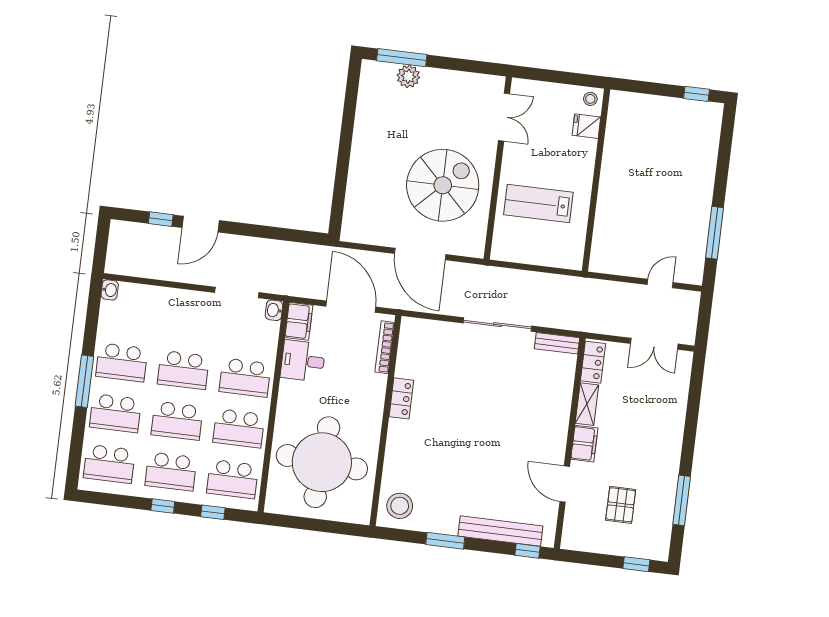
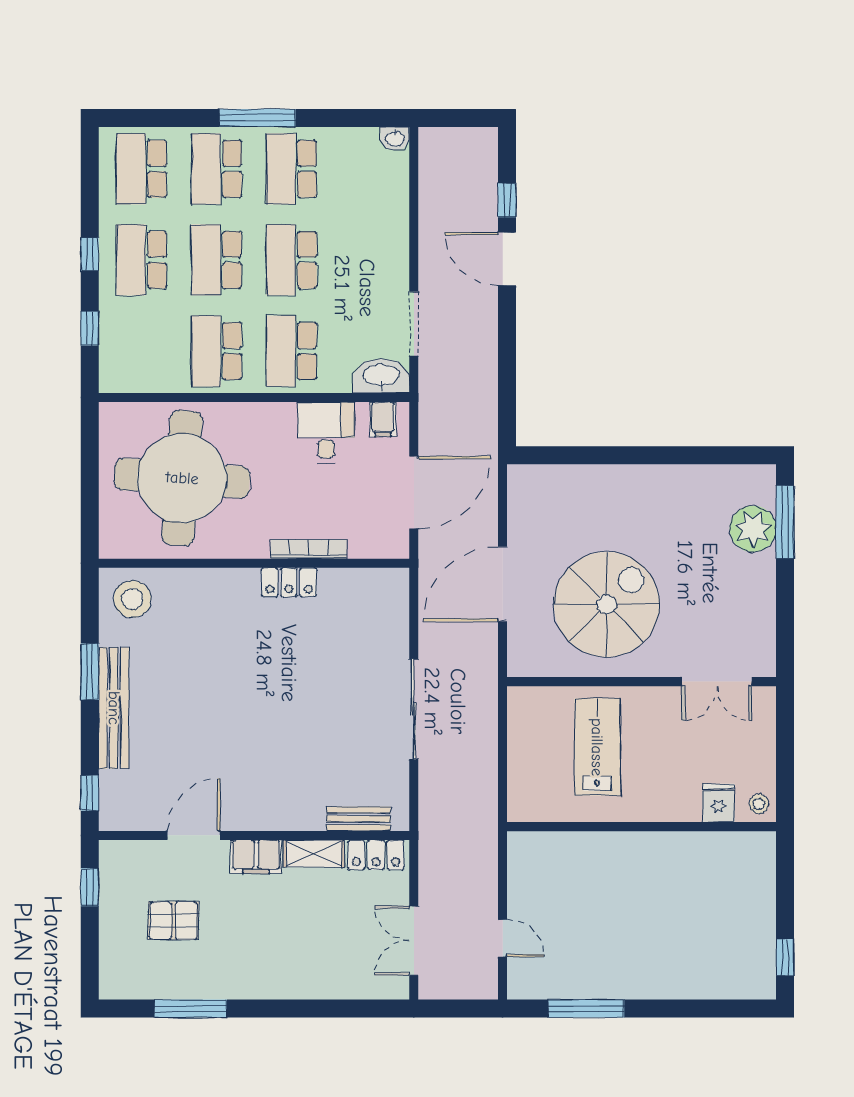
plant: (408, 76) -> (753, 529), width x1.36, depth x1.36
spiral stairs: (443, 185) -> (607, 604), turned -90
washbasin: (274, 310) -> (381, 376), width x1.91, depth x1.45
filing cabinet: (299, 321) -> (383, 419), width x0.50
bench: (557, 343) -> (359, 819), moved, turned 90
bookcase: (385, 347) -> (309, 549), moved
school desk: (233, 479) -> (142, 351), removed
bench: (500, 531) -> (114, 708), moved
window: (636, 564) -> (90, 887), moved

